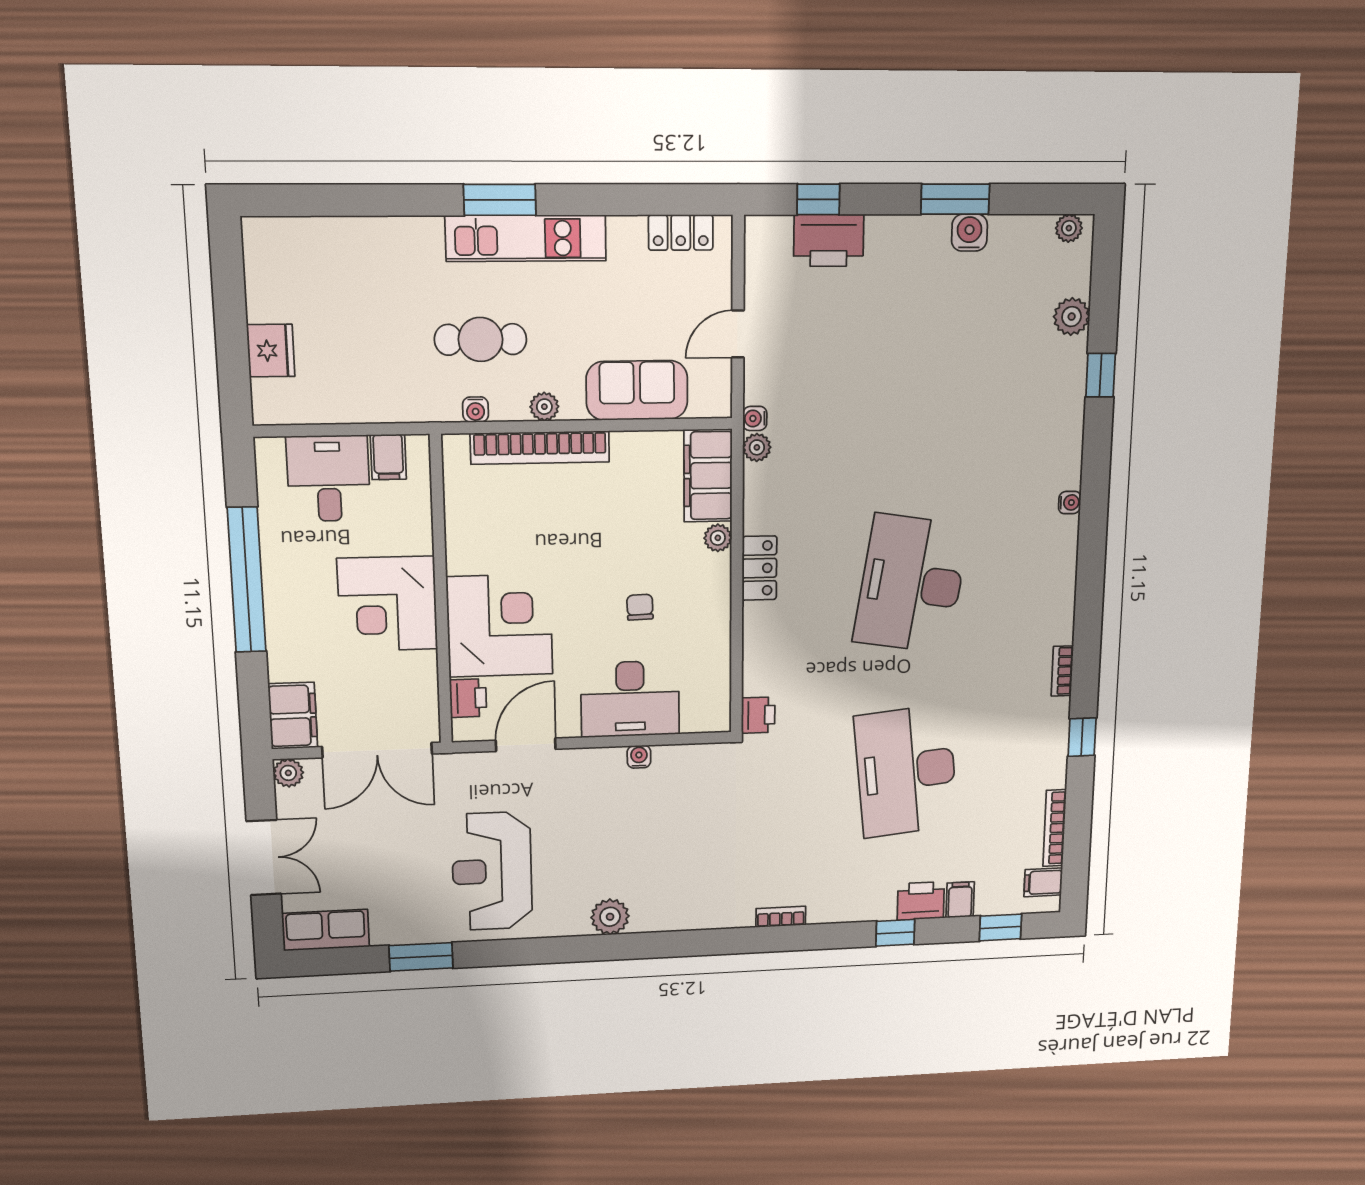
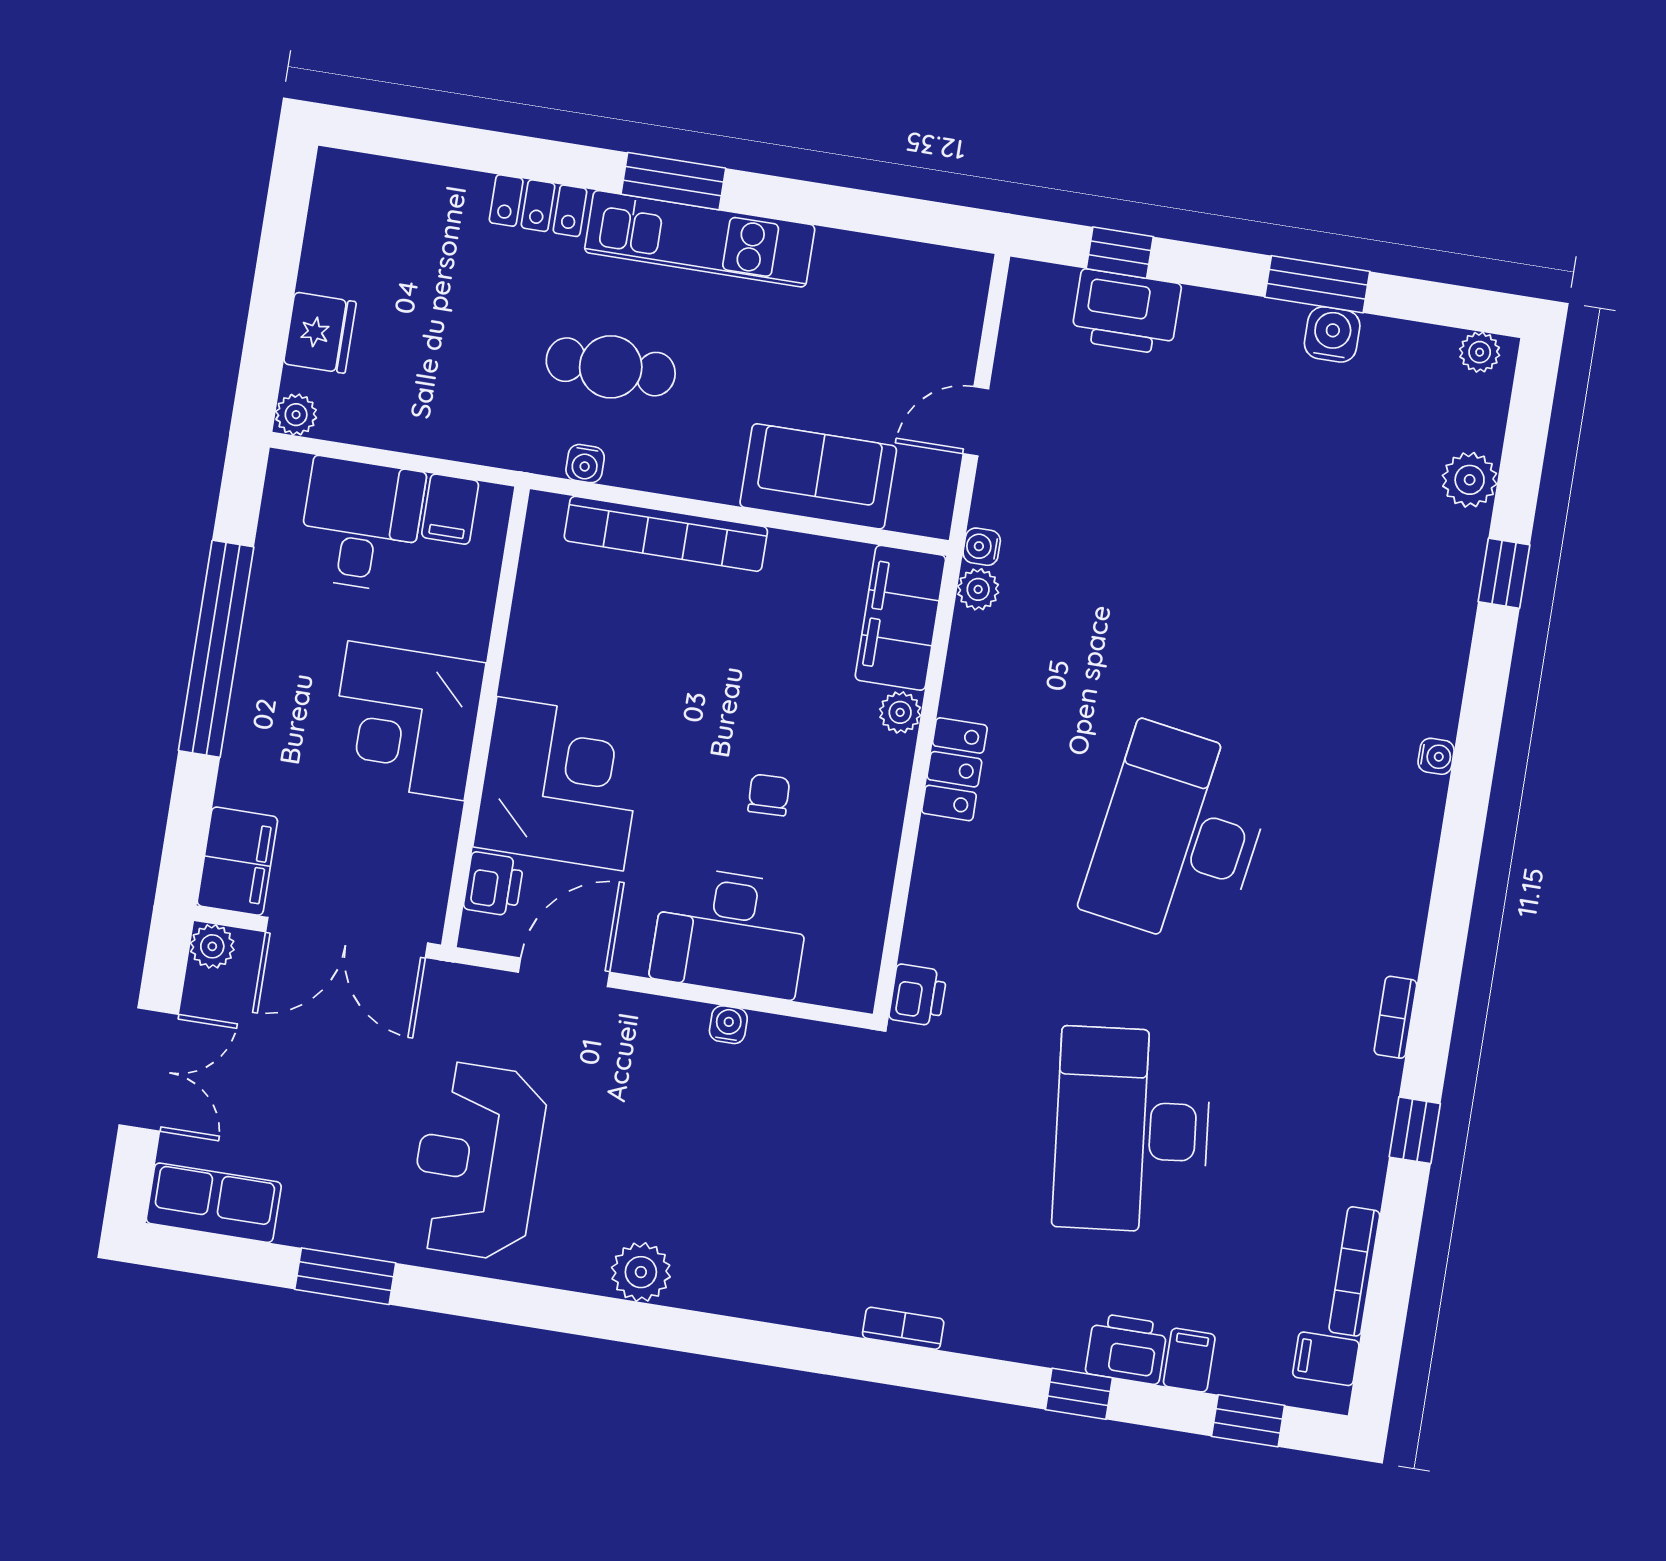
locker: (681, 233) -> (538, 206), moved
plant: (544, 407) -> (296, 415), moved

